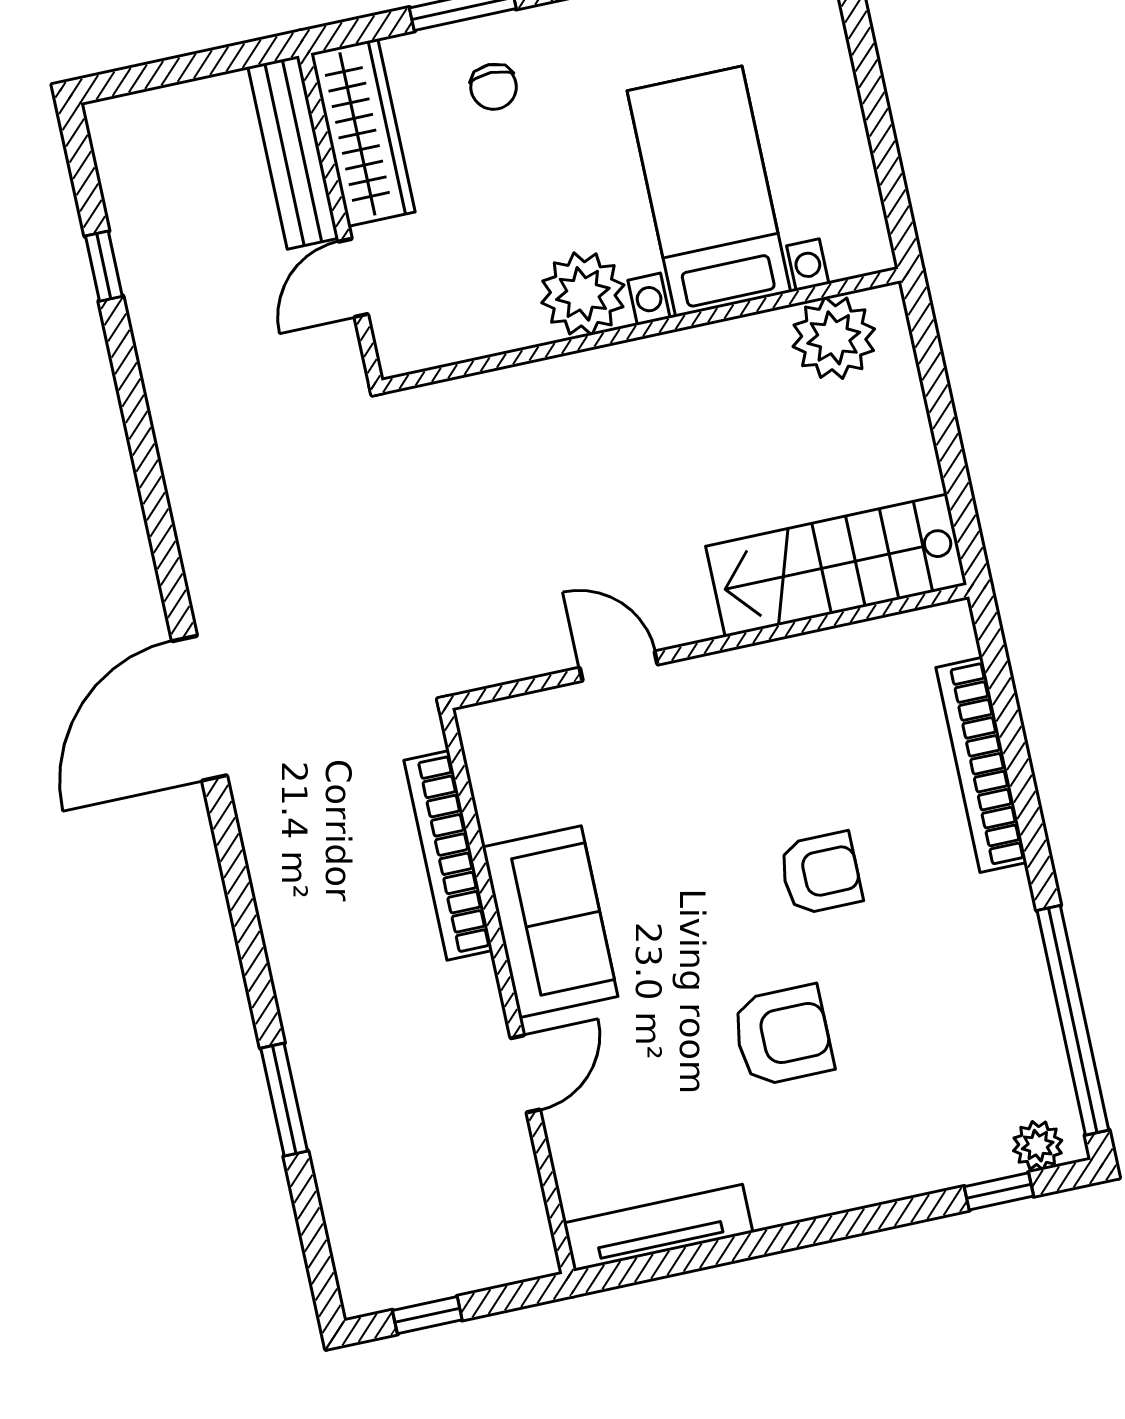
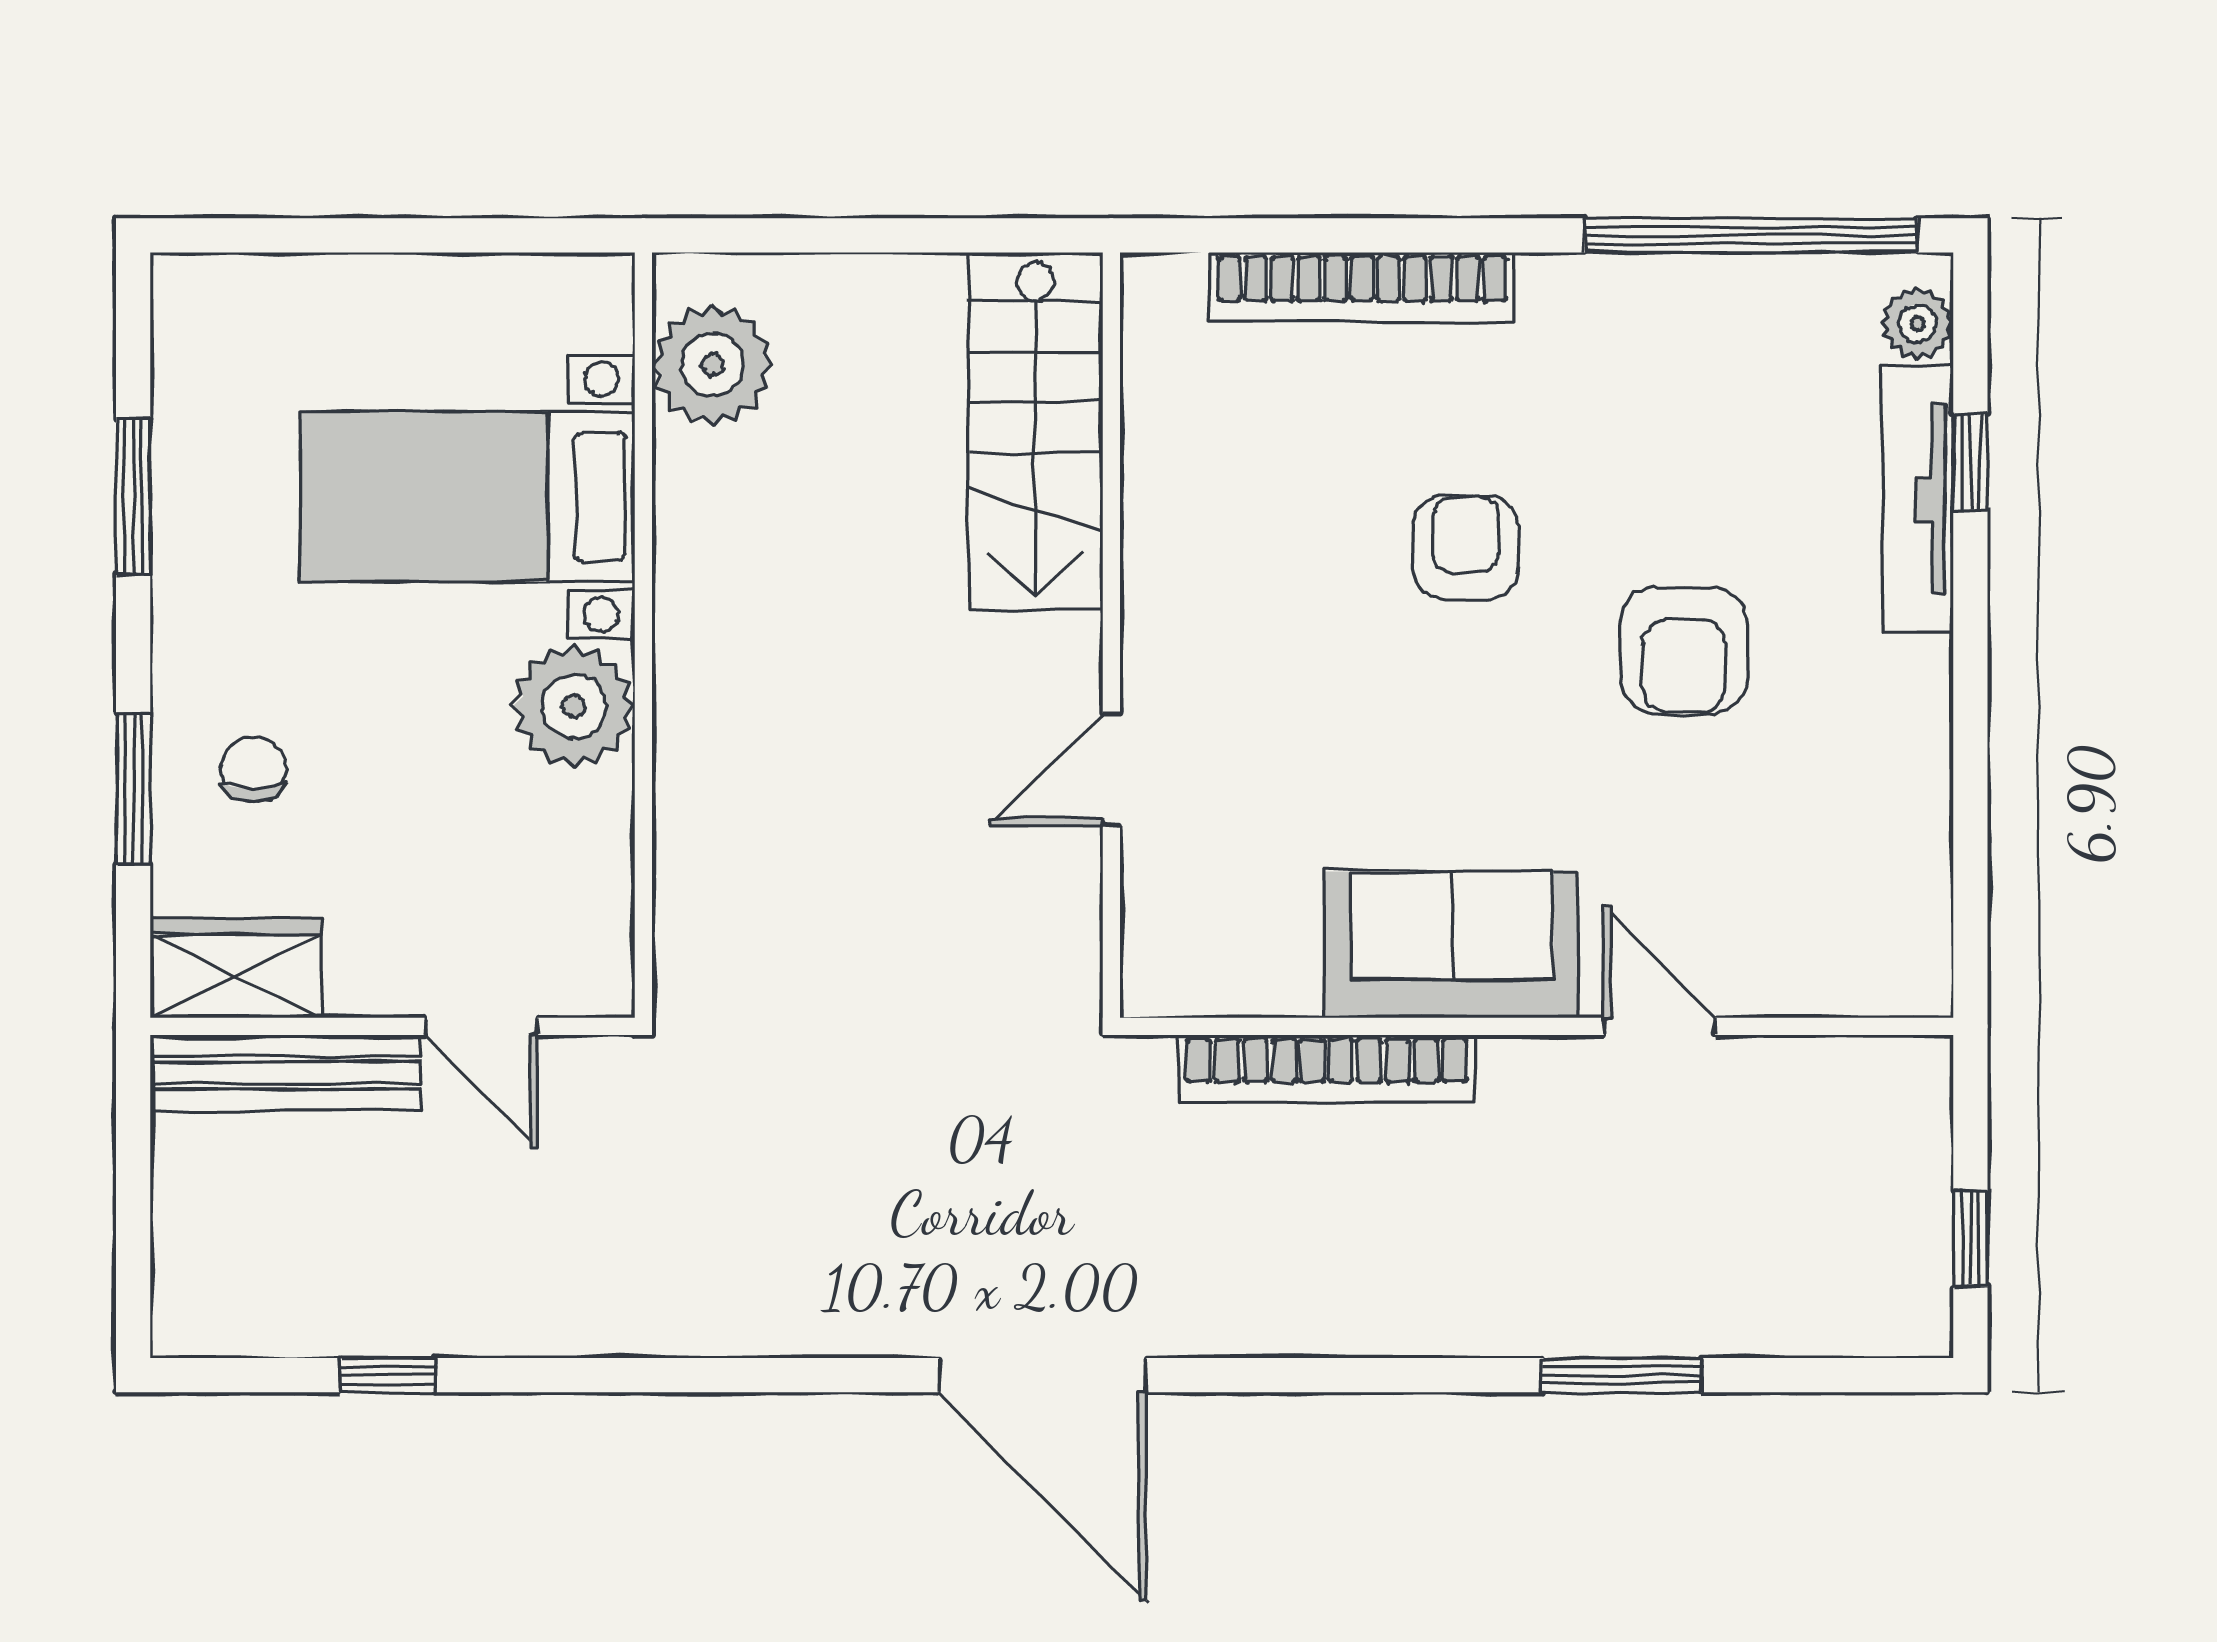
chair: (494, 87) -> (254, 769), turned -90
wardrobe: (363, 133) -> (236, 968), width x0.67
armchair: (783, 1036) -> (1684, 651), turned 180
window: (999, 1191) -> (1970, 462), moved
tv unit: (658, 1228) -> (1918, 499), moved

